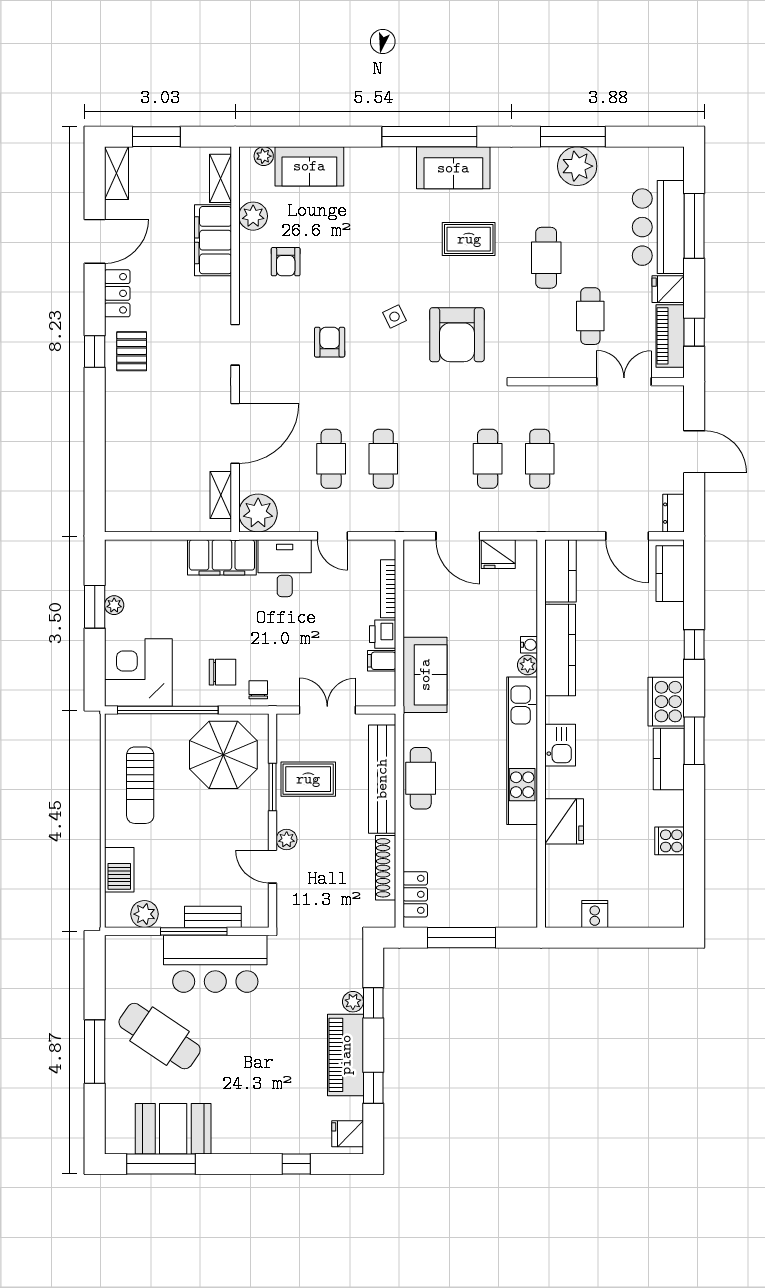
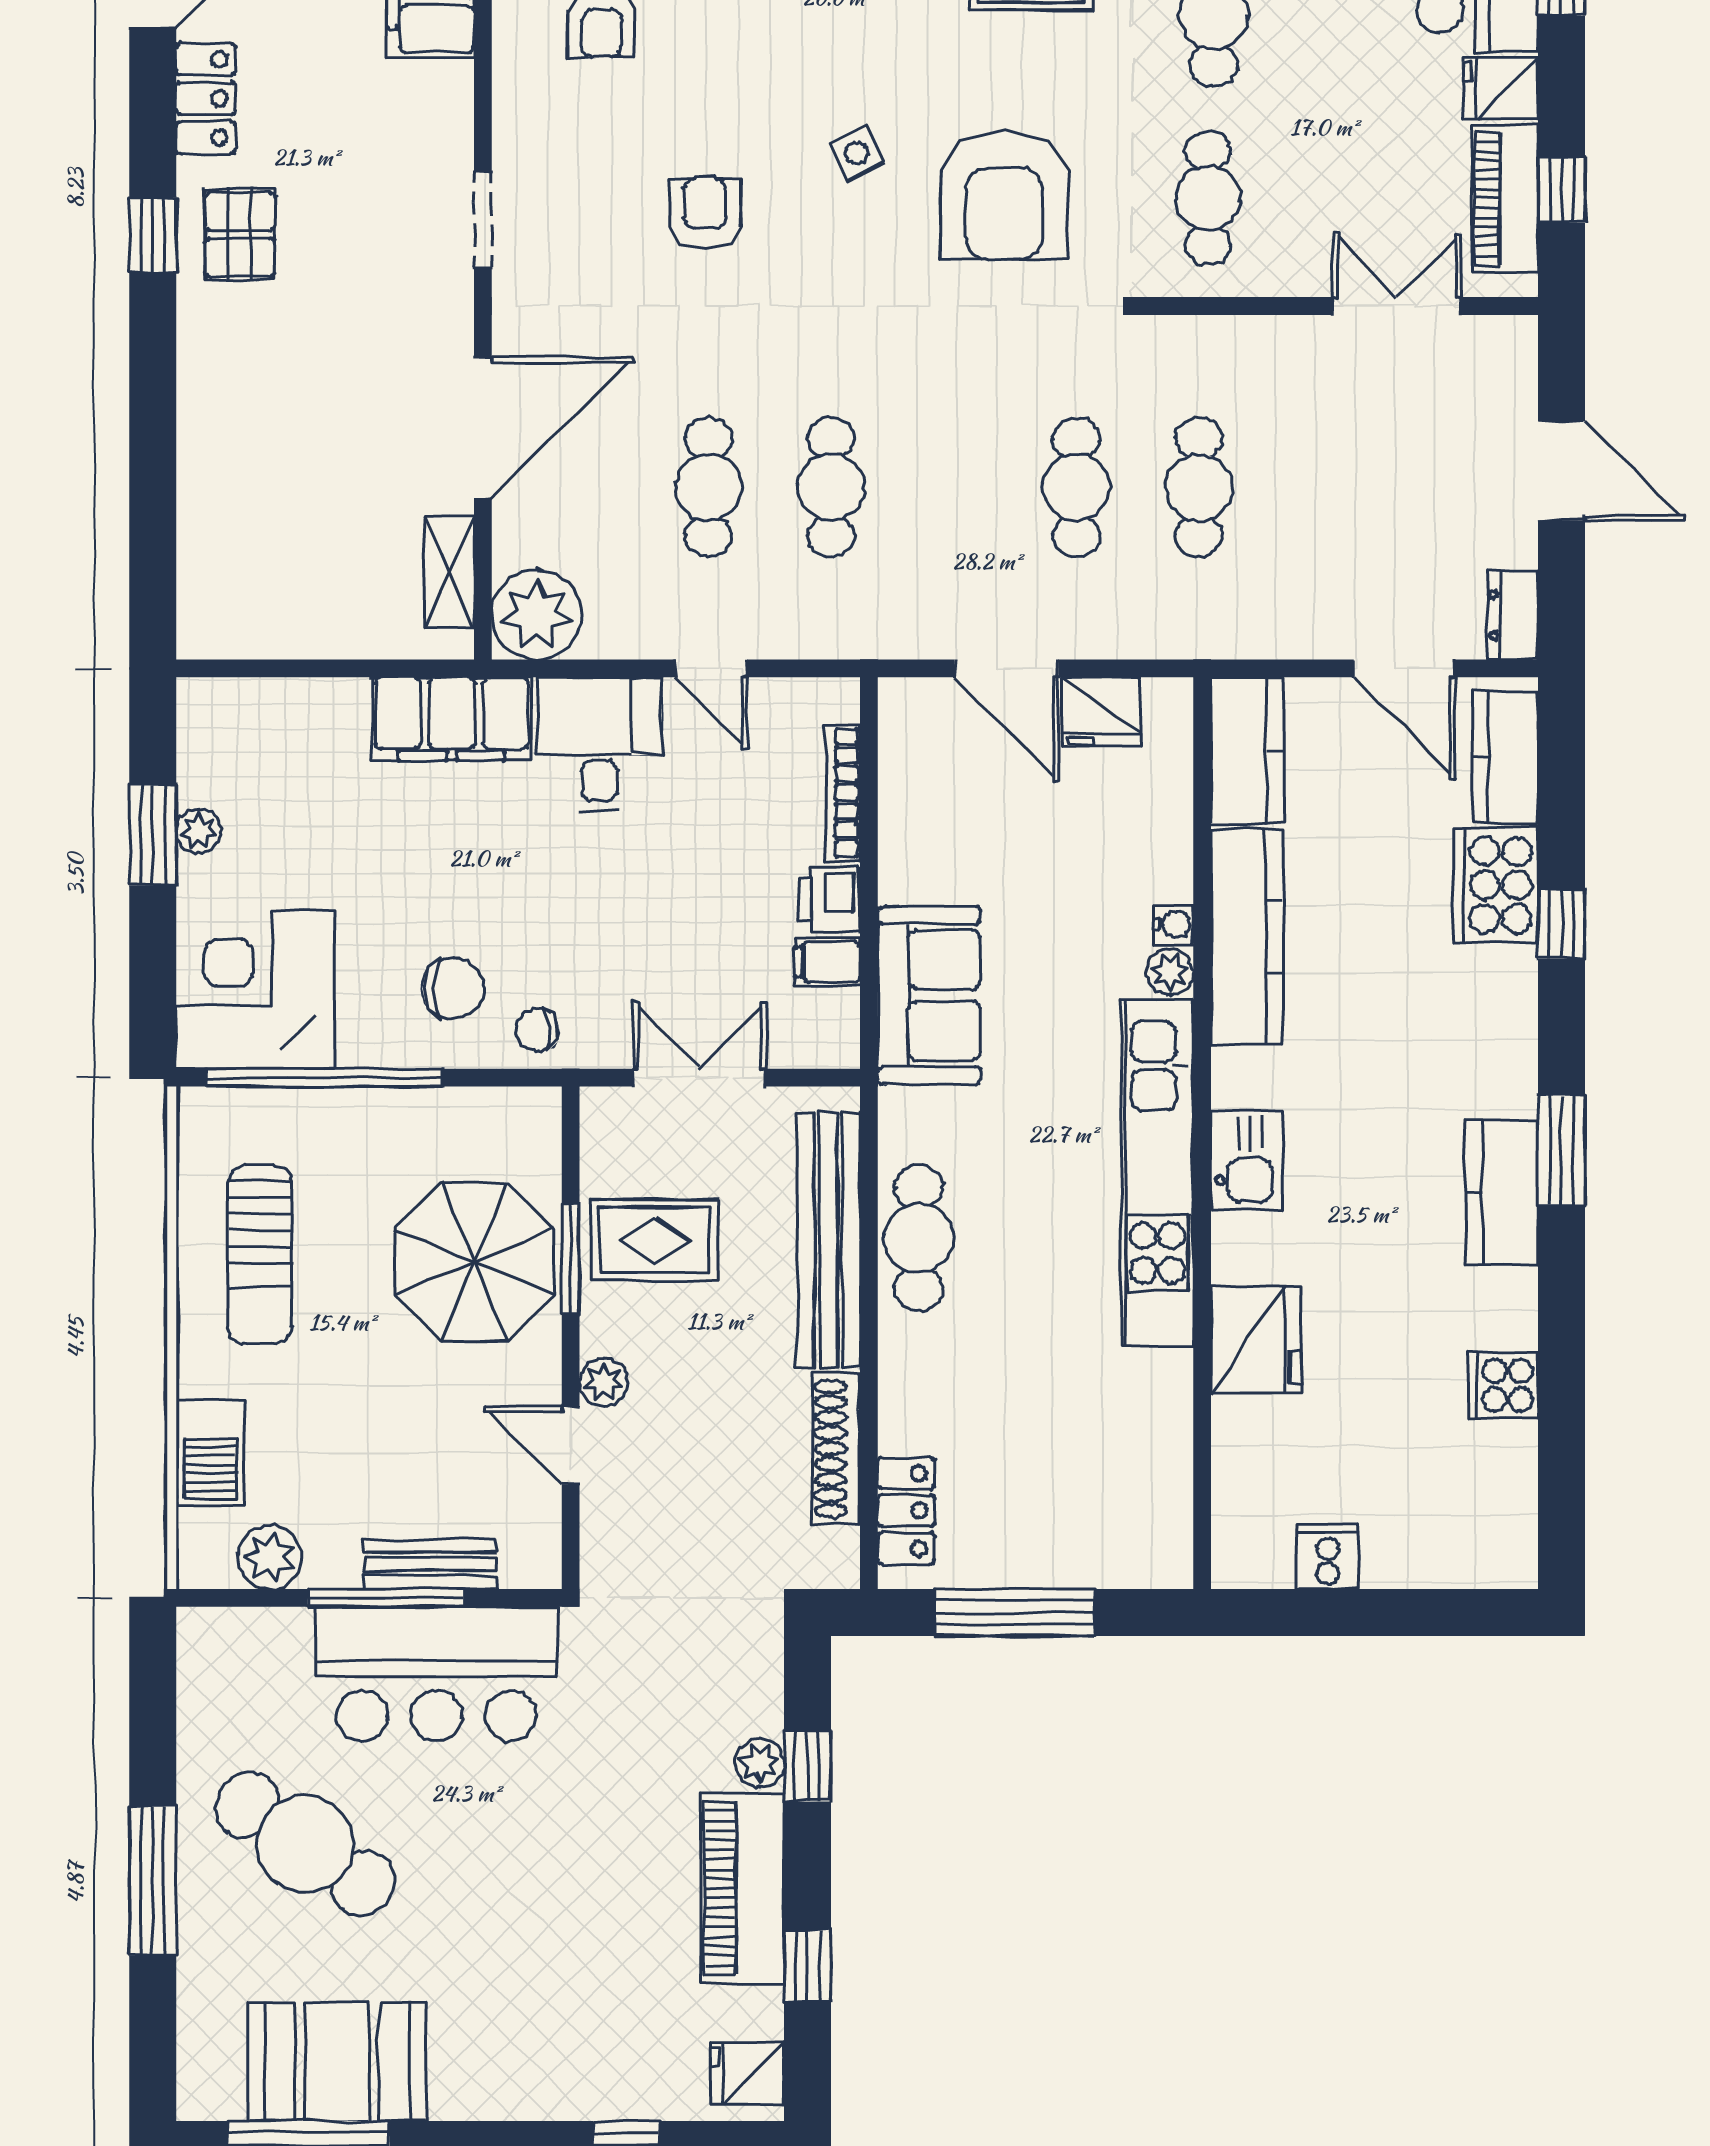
cafe table: (590, 316) -> (1208, 198), moved
chair: (258, 690) -> (537, 1030), turned -100
cooker: (666, 702) -> (1496, 885), moved
parasol: (223, 755) -> (475, 1262), moved

